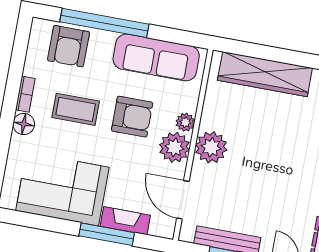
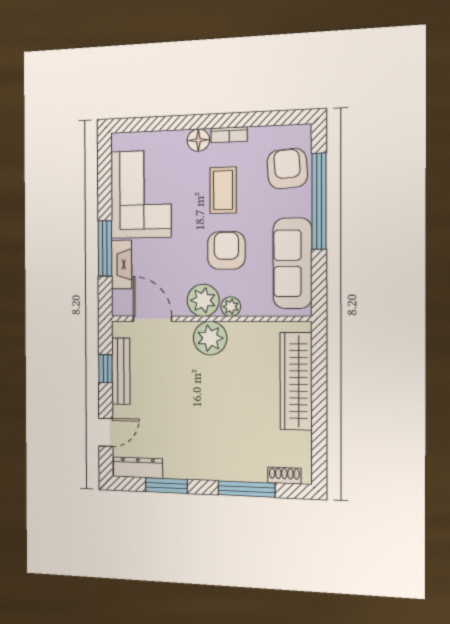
armchair: (68, 46) -> (287, 169), turned 86
armchair: (132, 117) -> (226, 250), turned 180
door: (183, 200) -> (152, 319), hinge flipped

